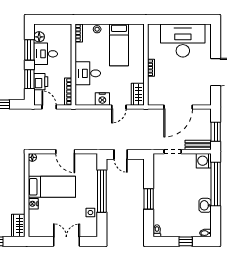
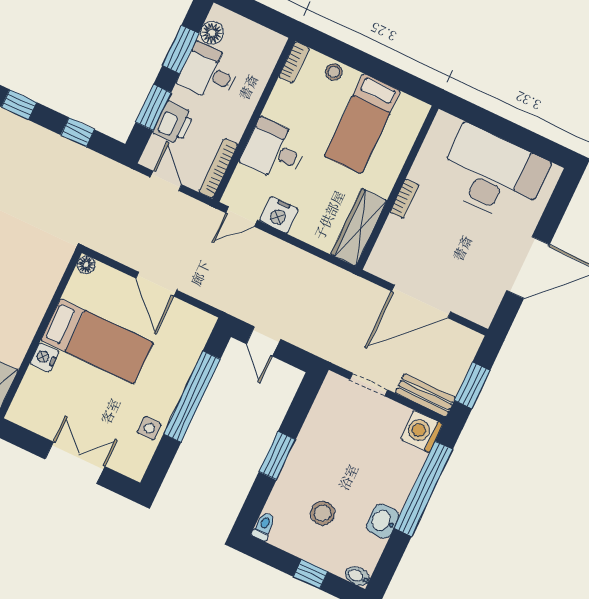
wardrobe: (138, 94) -> (359, 227), width x1.50
door: (119, 107) -> (241, 217), moved
stool: (179, 214) -> (323, 513), added

